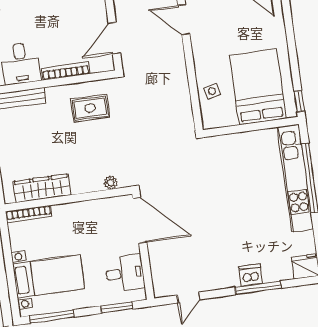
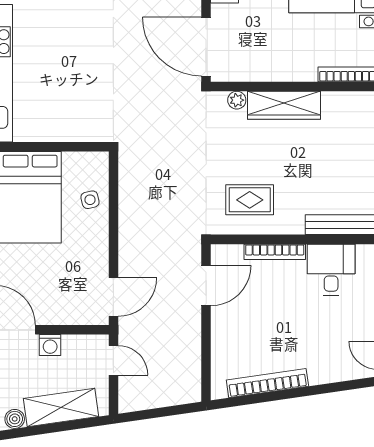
door: (184, 20) -> (113, 297), hinge flipped
wardrobe: (42, 188) -> (284, 105), moved

